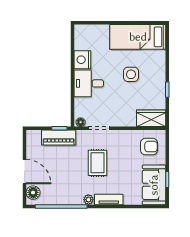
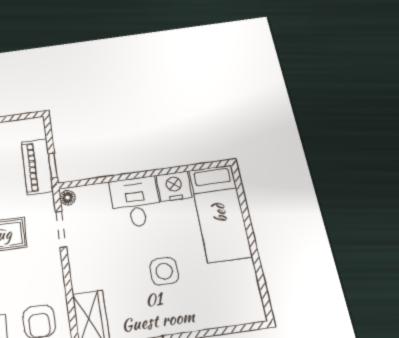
bed: (138, 37) -> (220, 213), moved, turned 180

